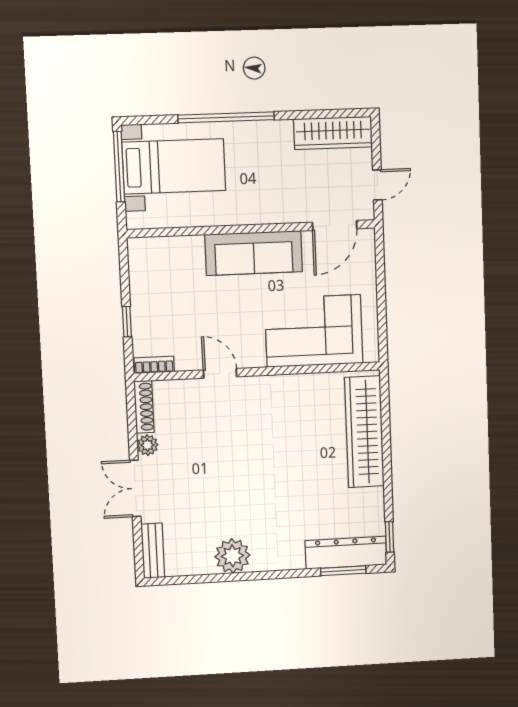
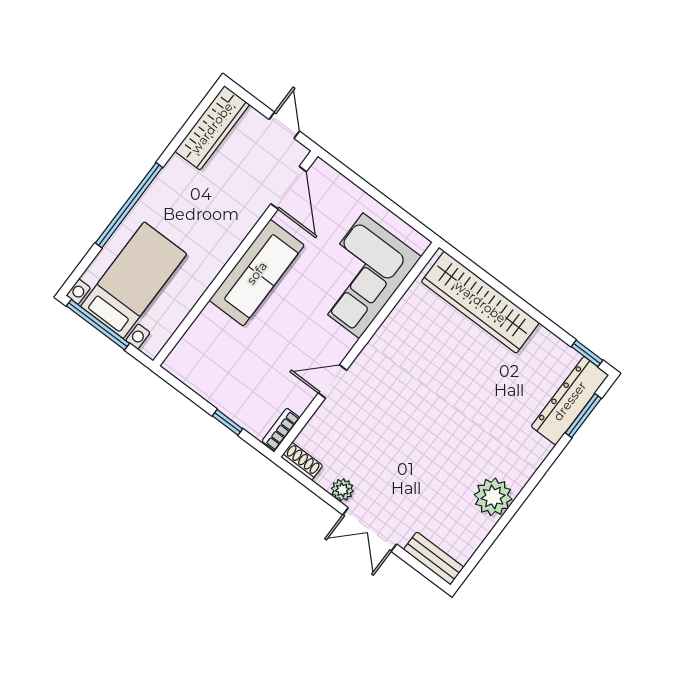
shoe rack: (144, 407) -> (302, 461), width x0.70

